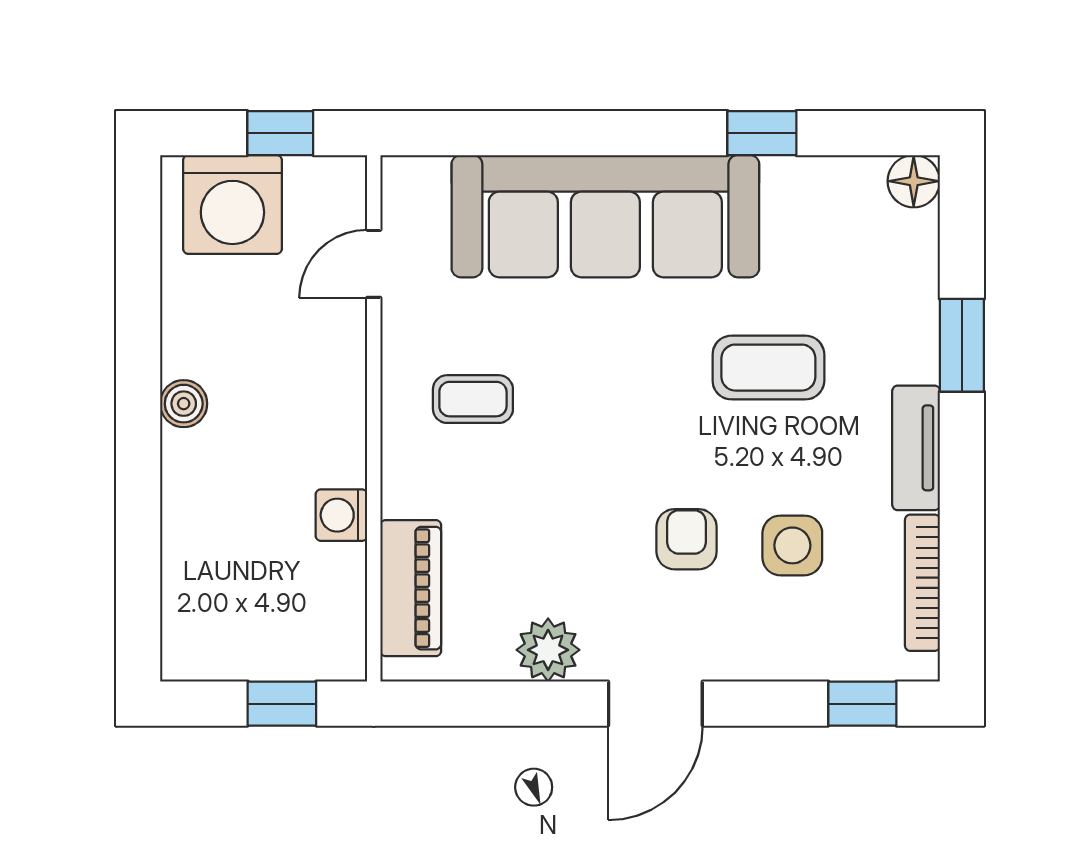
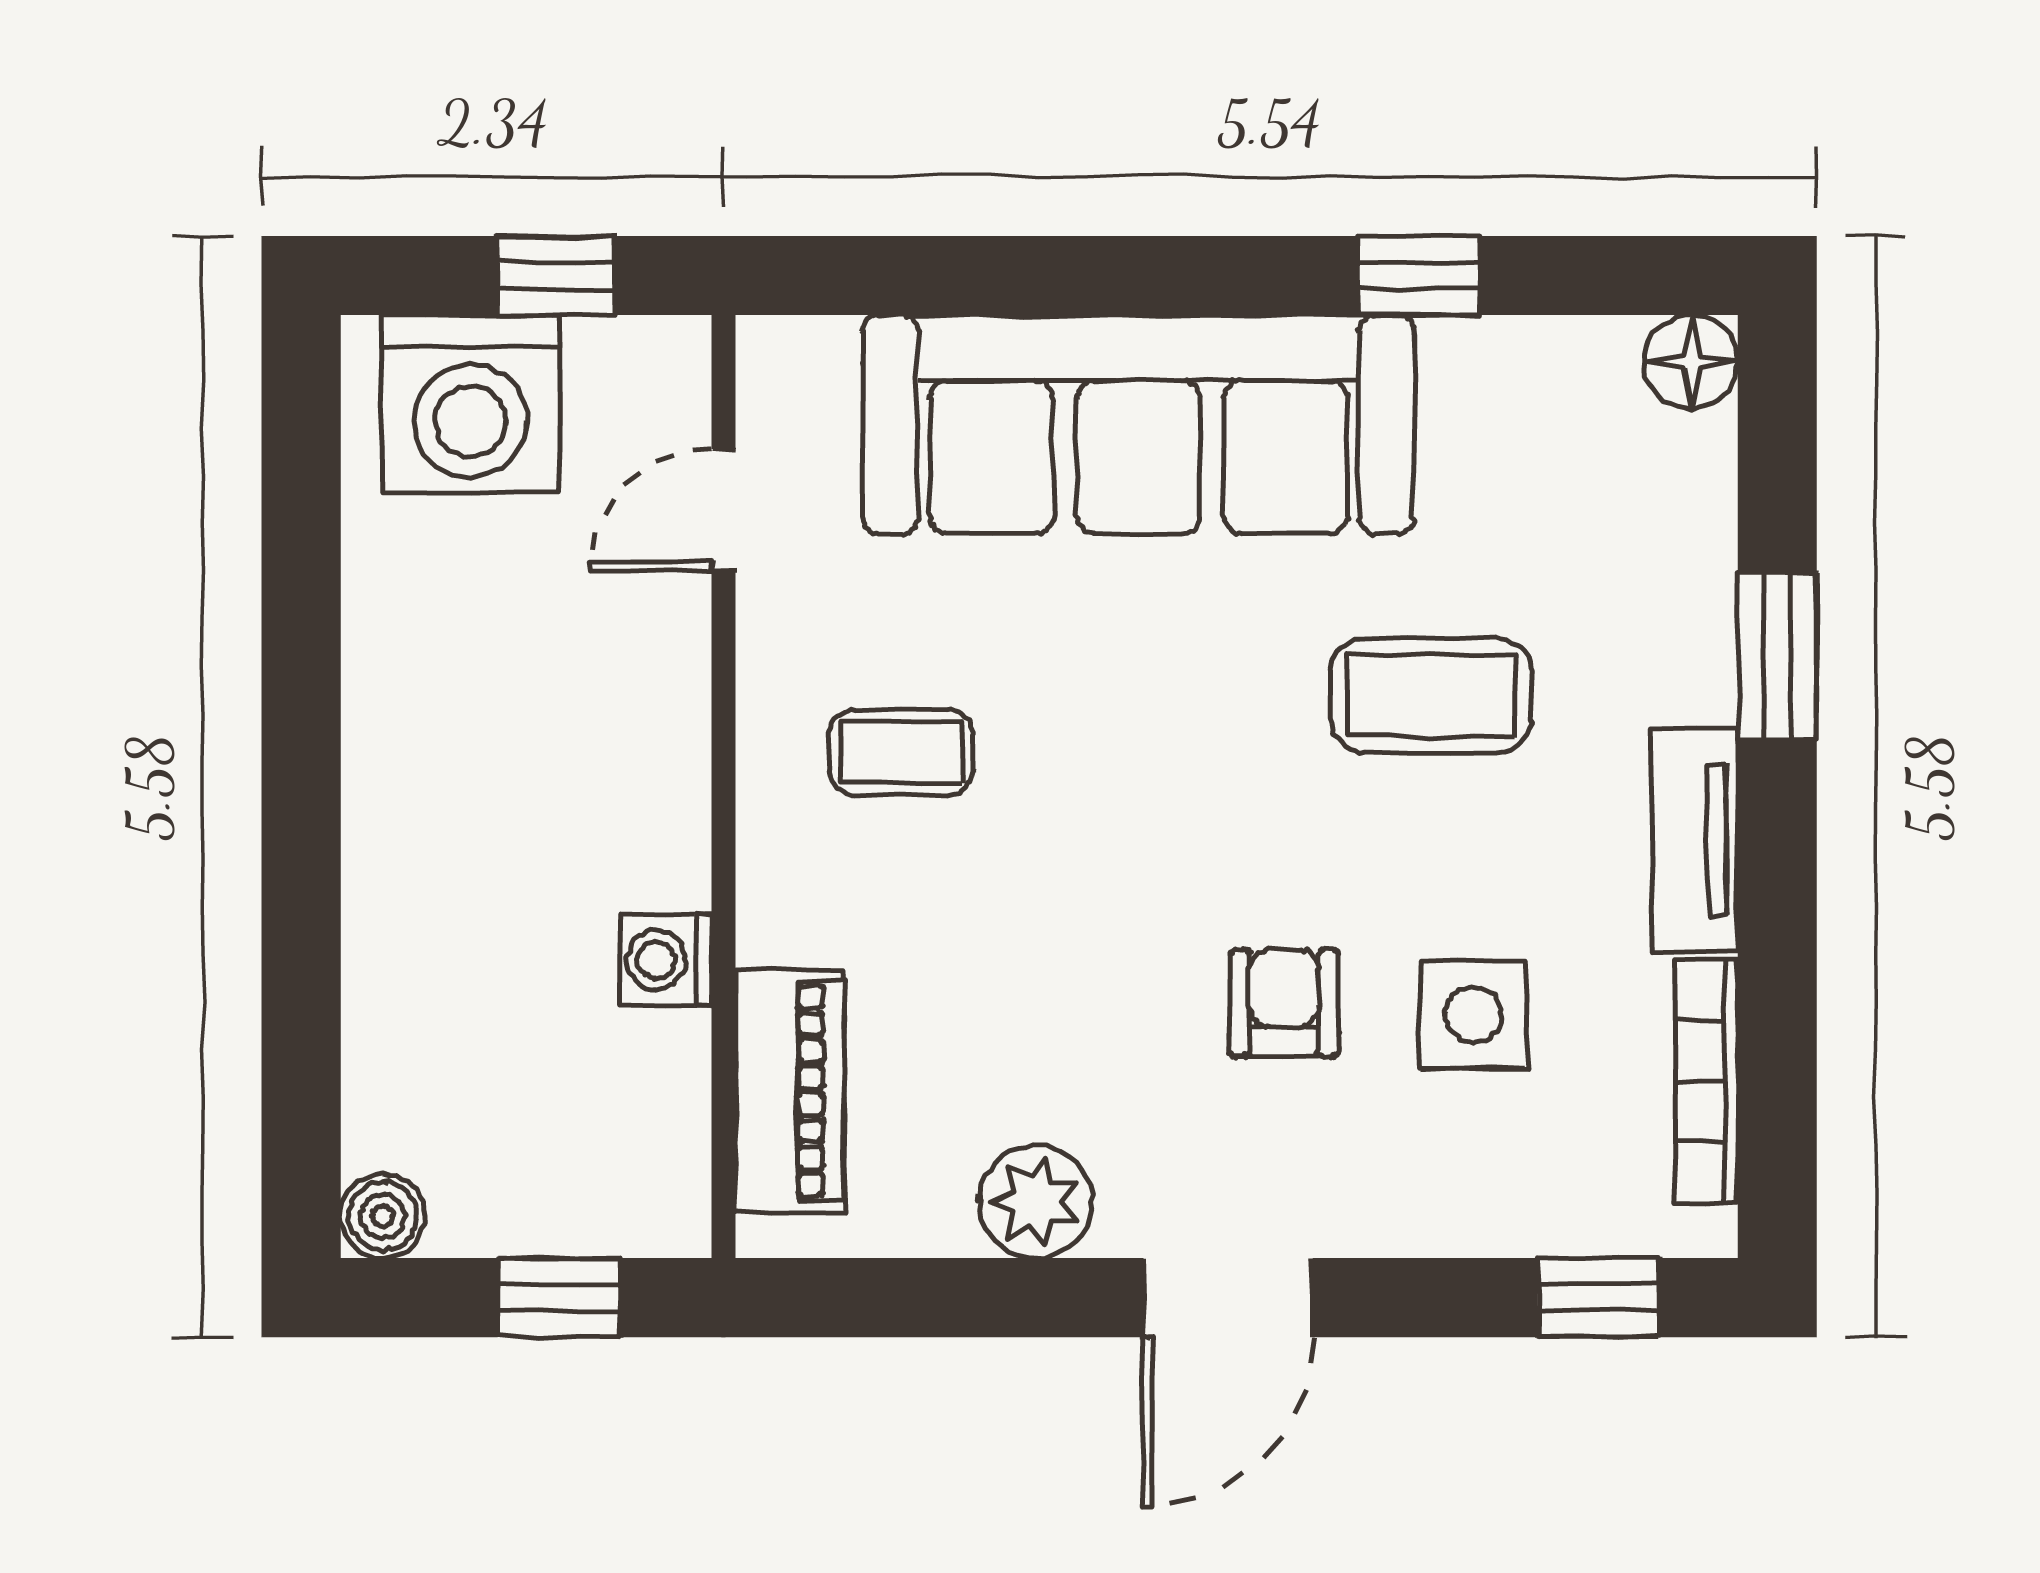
boiler: (184, 404) -> (383, 1216), moved

